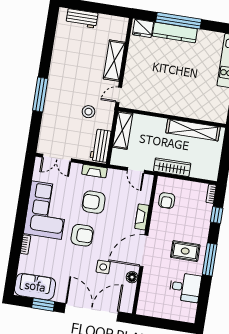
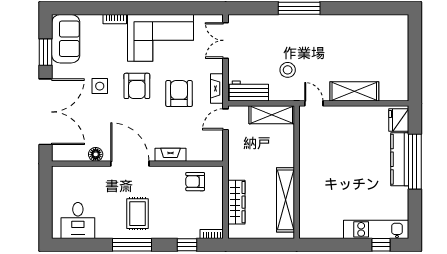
workbench: (82, 18) -> (399, 44), removed
wardrobe: (172, 167) -> (236, 202), moved
door: (136, 170) -> (226, 119), moved
side table: (103, 267) -> (100, 86), moved
desk: (185, 287) -> (78, 220), moved

